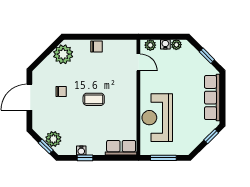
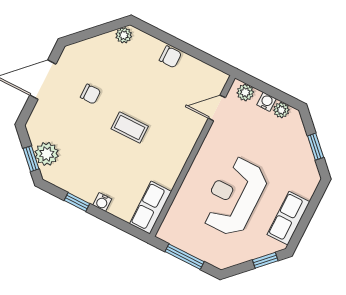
plant: (63, 54) -> (124, 35), width x0.53, depth x0.53
door: (138, 62) -> (217, 108), swing flipped
row of seats: (212, 98) -> (288, 218), width x0.68
reception desk: (157, 118) -> (234, 196), moved
row of seats: (121, 148) -> (151, 208), moved, turned -90
water cooler: (81, 151) -> (102, 202), moved

